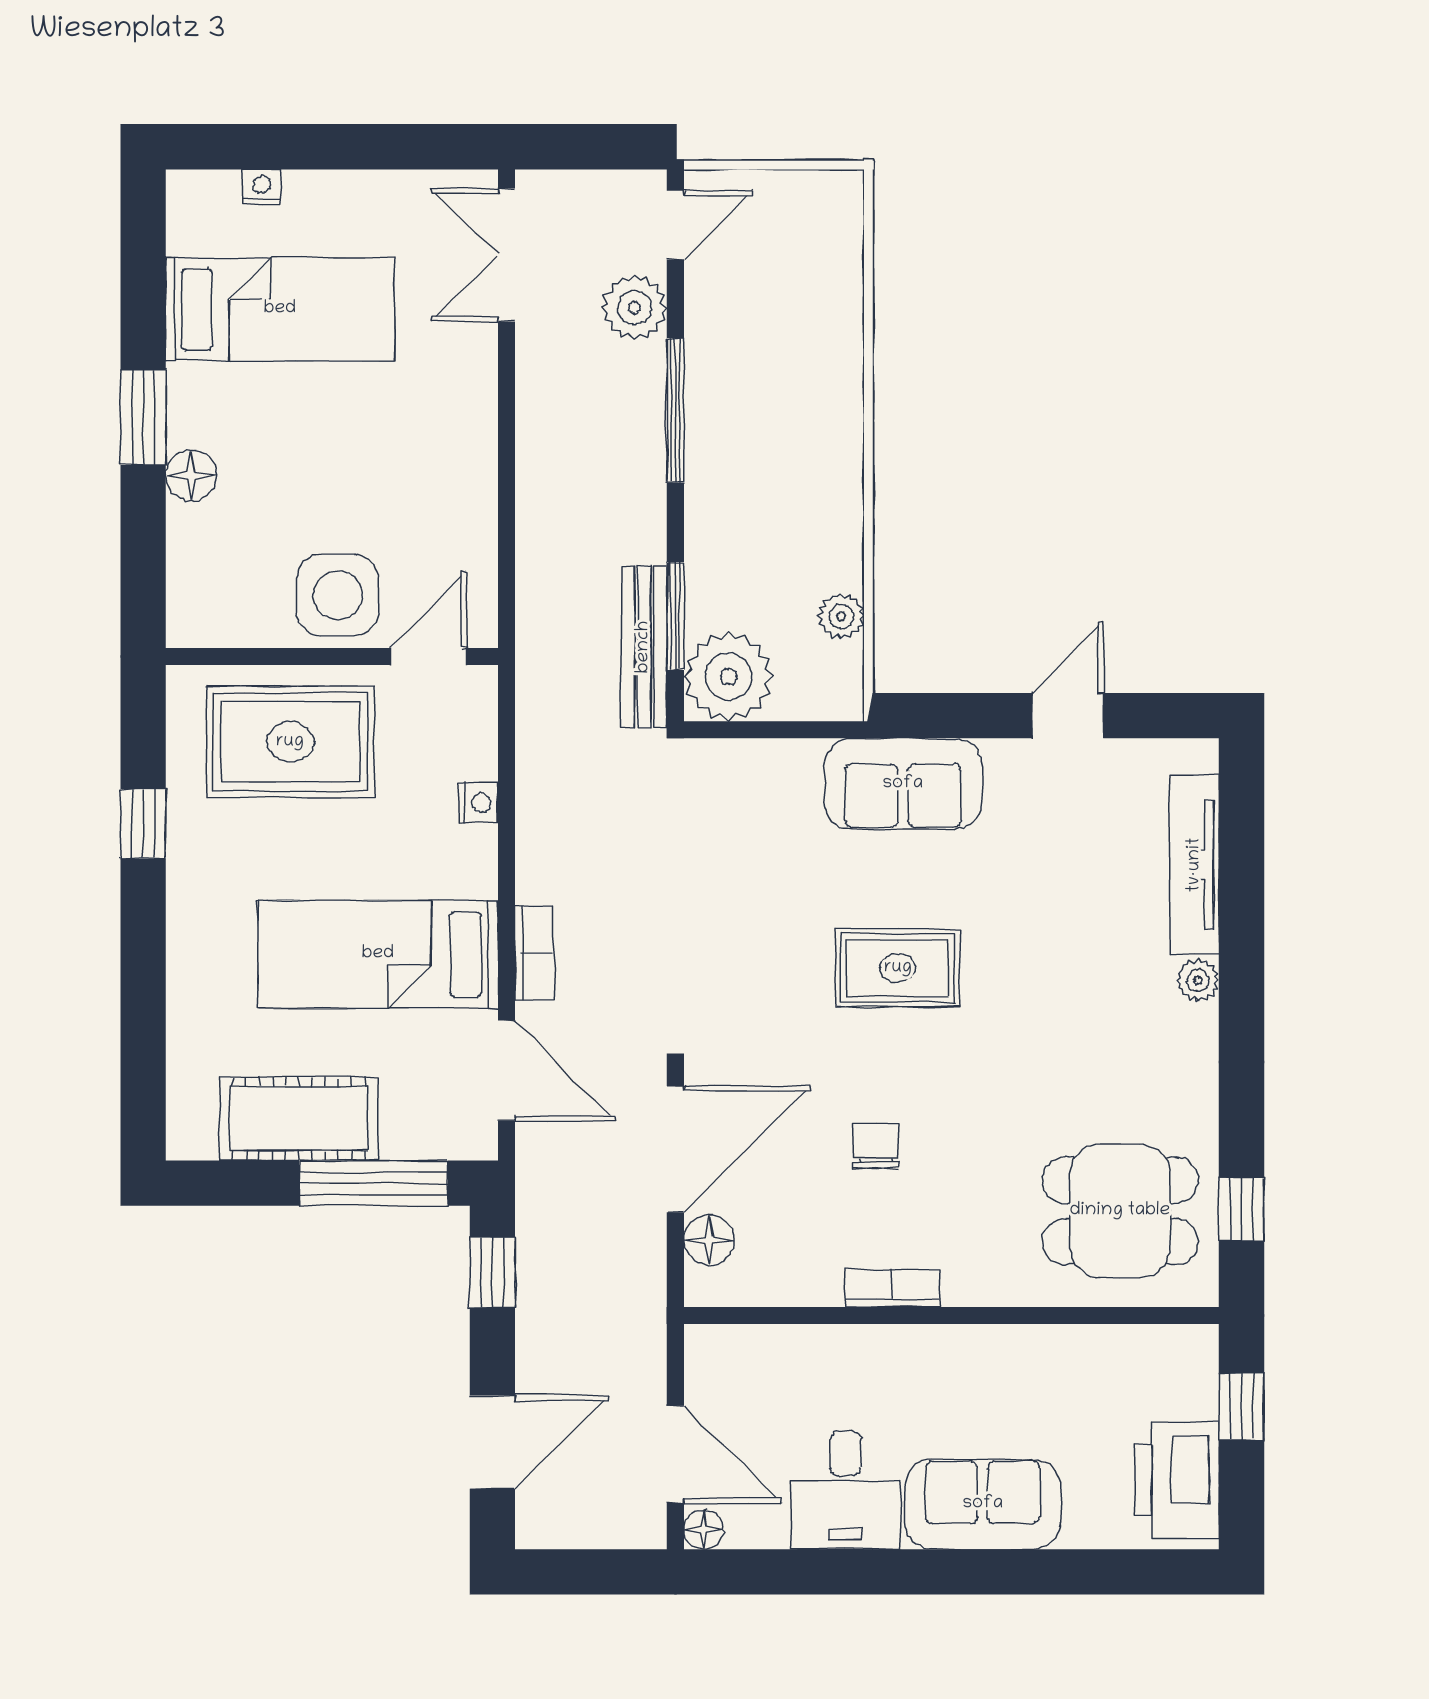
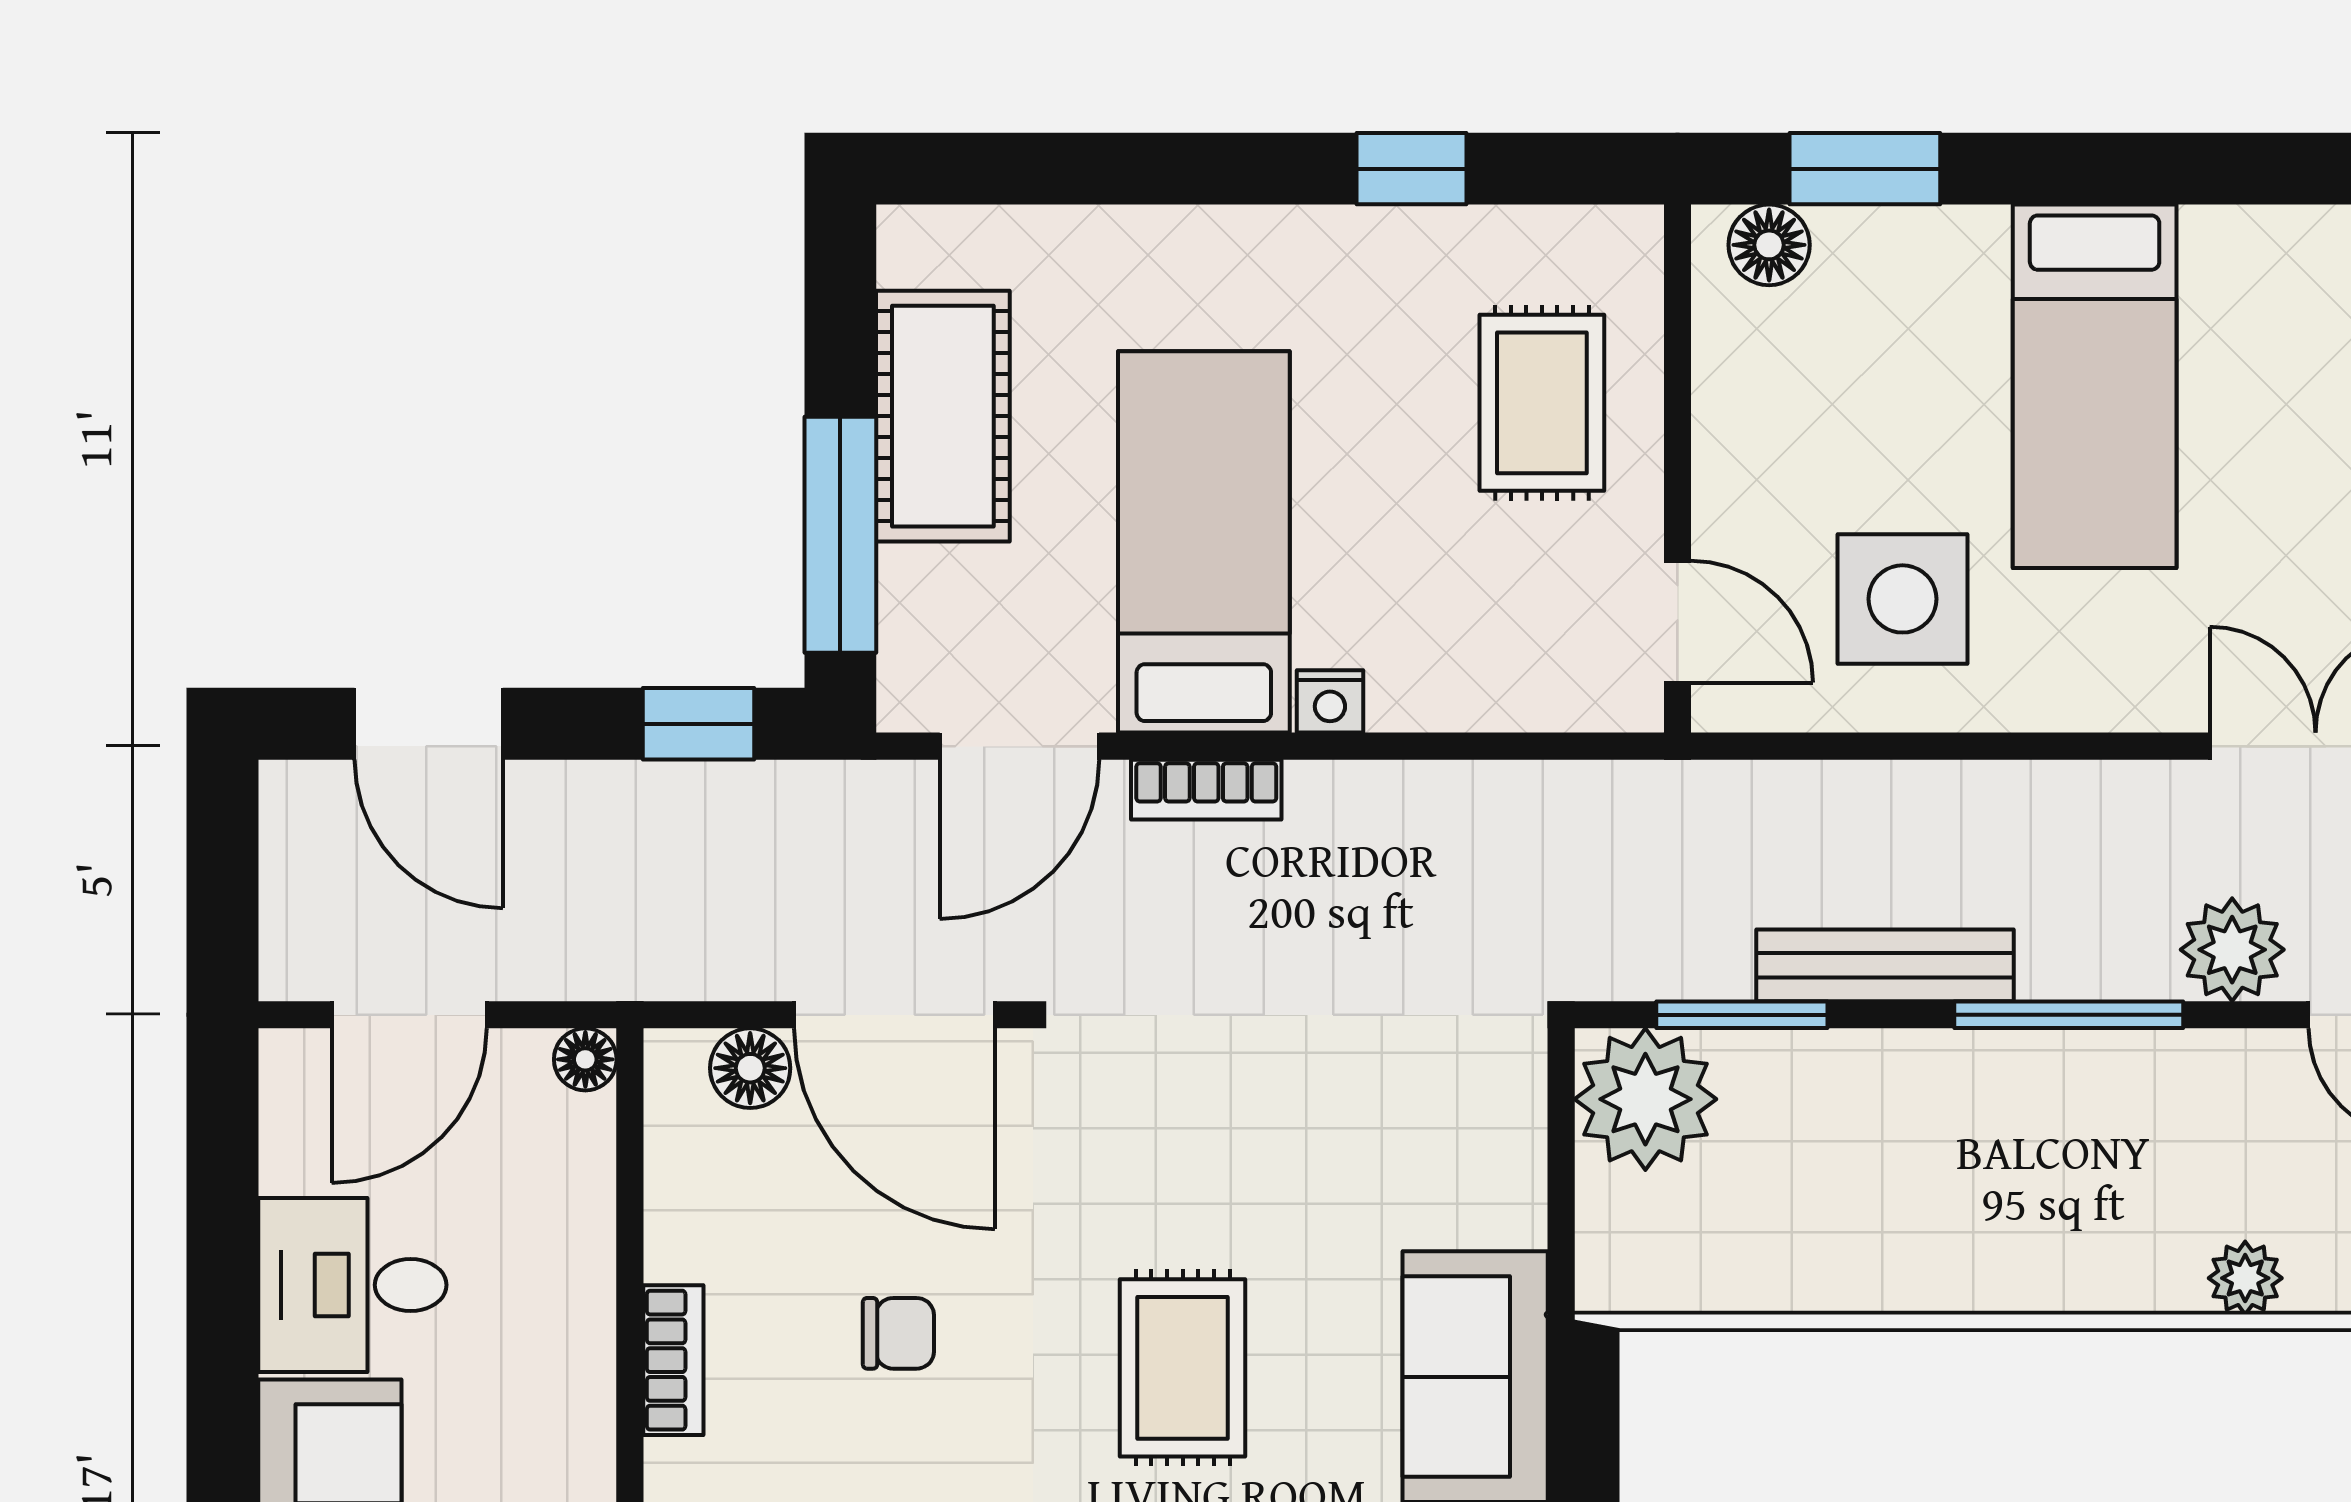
bed: (280, 309) -> (2095, 386), moved
window: (143, 417) -> (1865, 169), moved
floor lamp: (191, 476) -> (1769, 245), moved
side table: (338, 595) -> (1902, 599), moved
plant: (841, 616) -> (2245, 1278), moved
bench: (644, 647) -> (1885, 965), moved
rug: (290, 742) -> (1542, 403), width x0.73, depth x0.70
nightstand: (478, 803) -> (1330, 701), moved
floor lamp: (704, 1530) -> (585, 1059), moved

